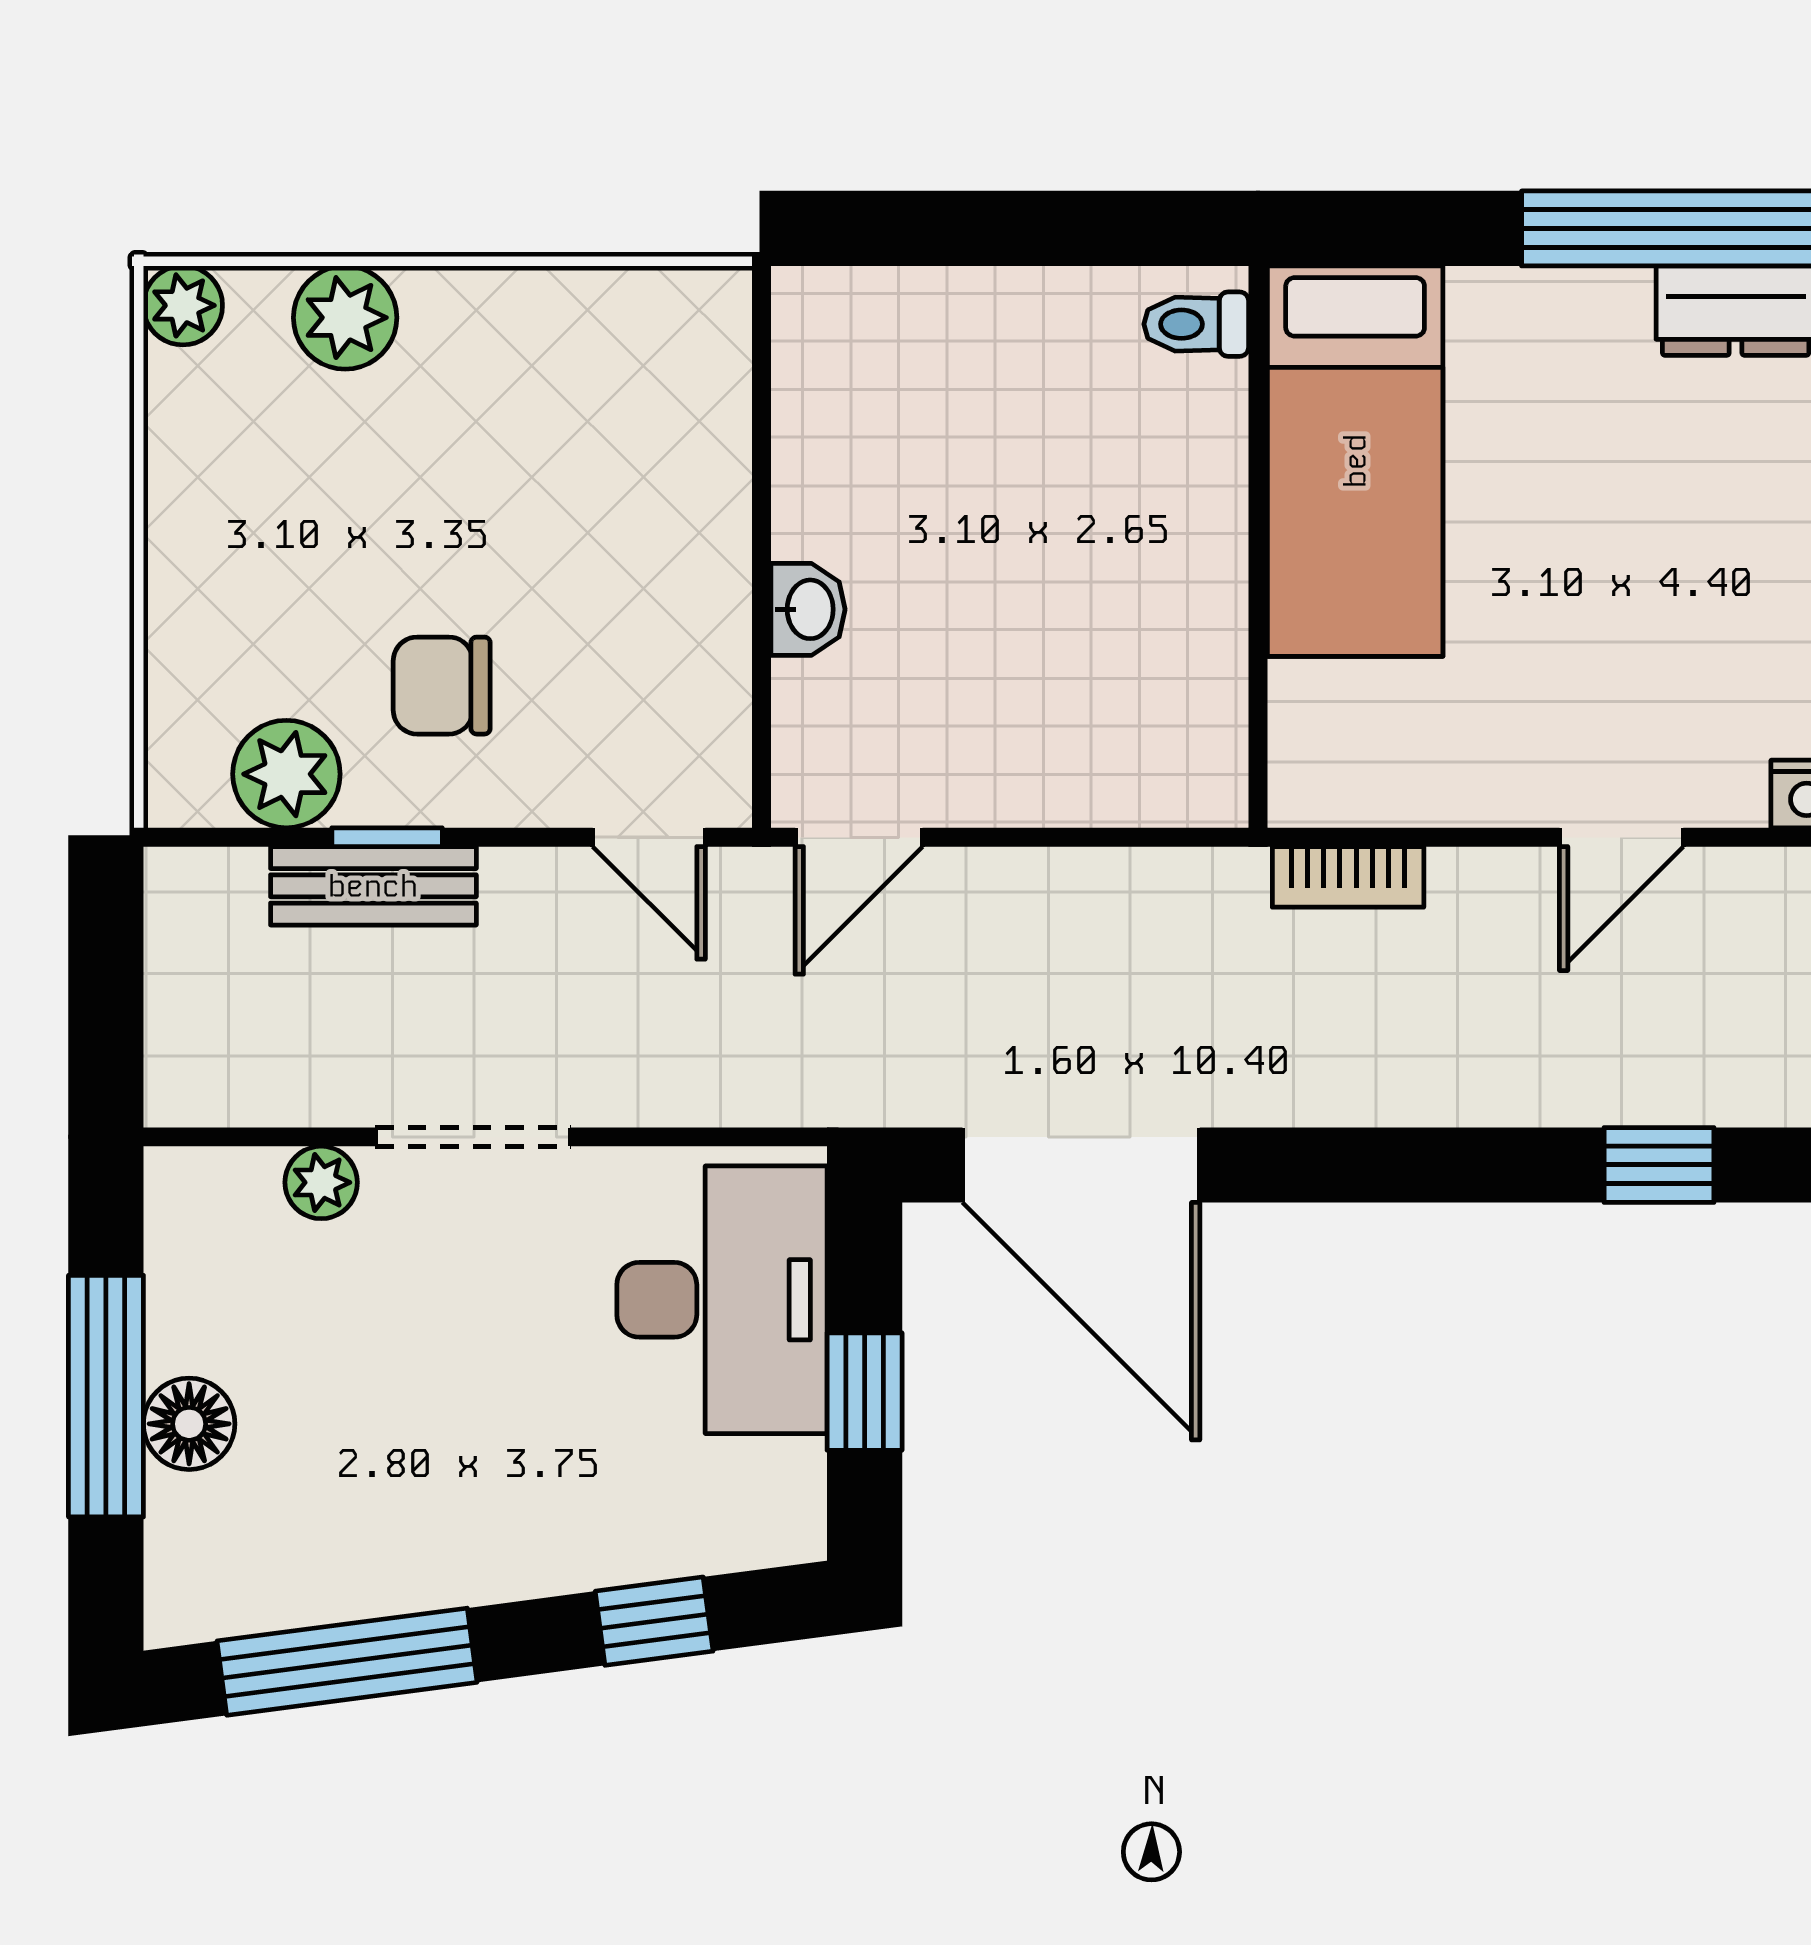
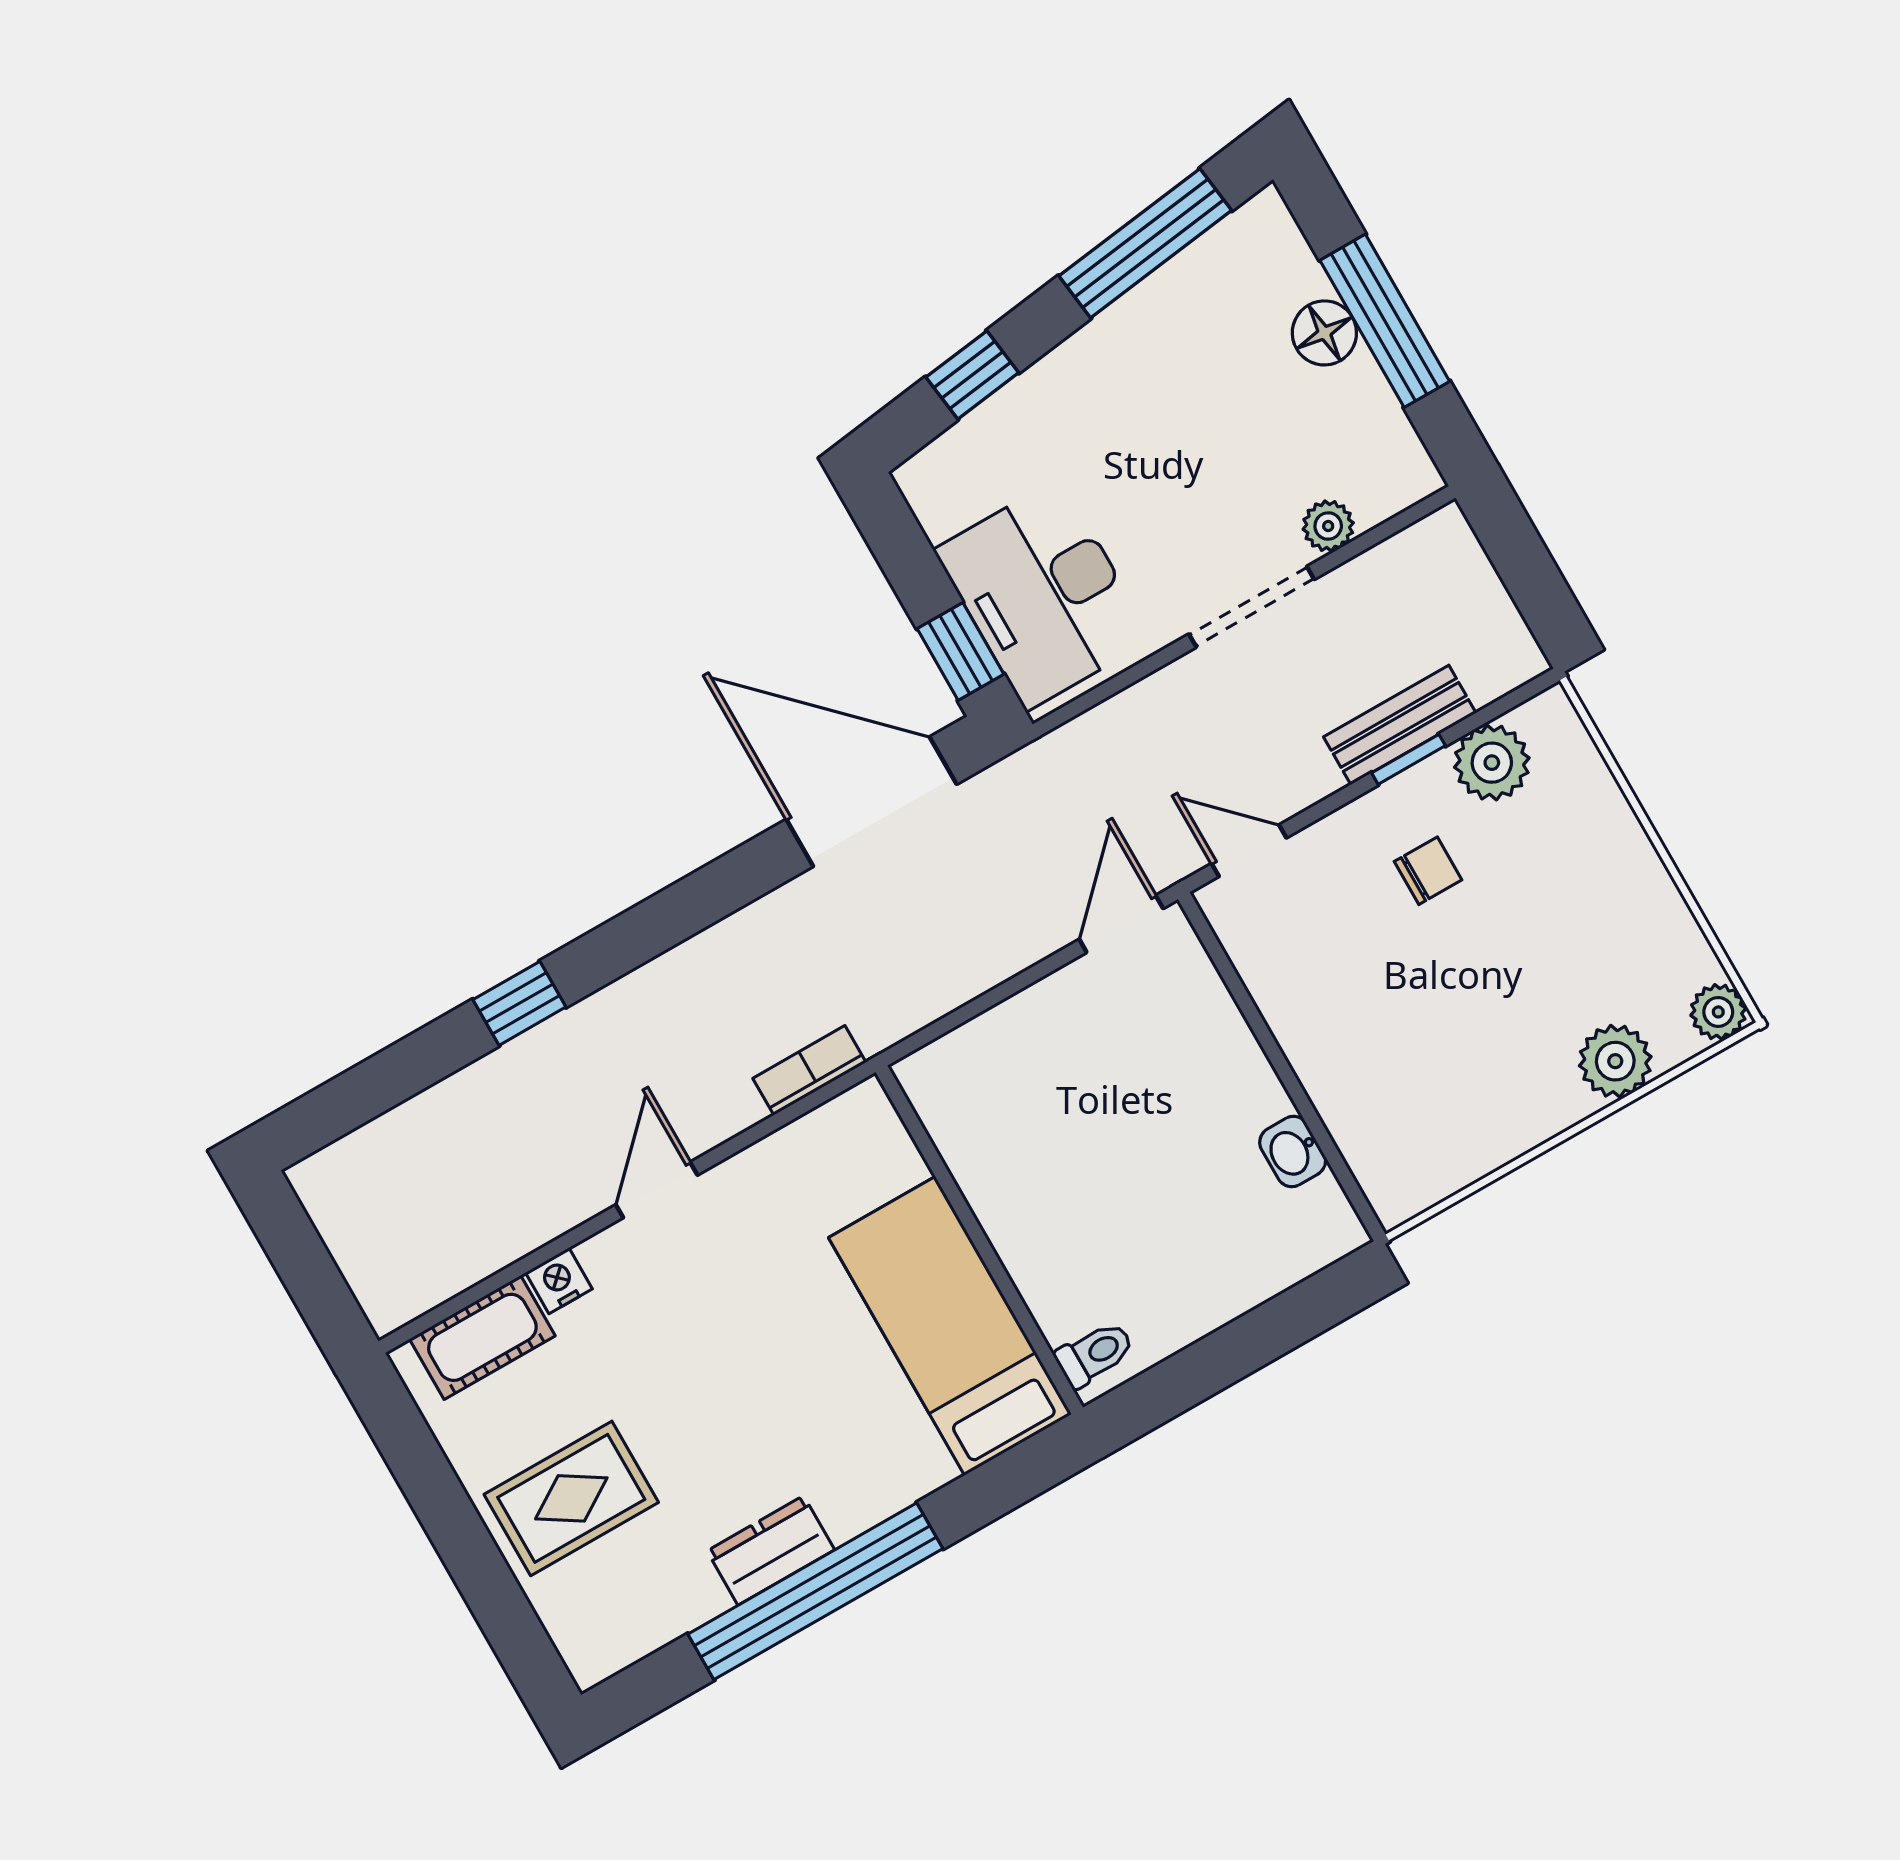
washbasin: (808, 609) -> (1293, 1152), moved
chair: (442, 686) -> (1428, 871), width x0.73, depth x0.73
window: (865, 1392) -> (960, 651), moved

